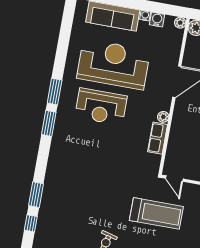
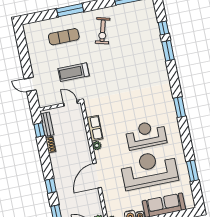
reception desk: (113, 64) -> (149, 170), turned 180
window: (55, 92) -> (192, 171), moved
treadmill: (156, 213) -> (74, 72), width x0.73, depth x0.73

